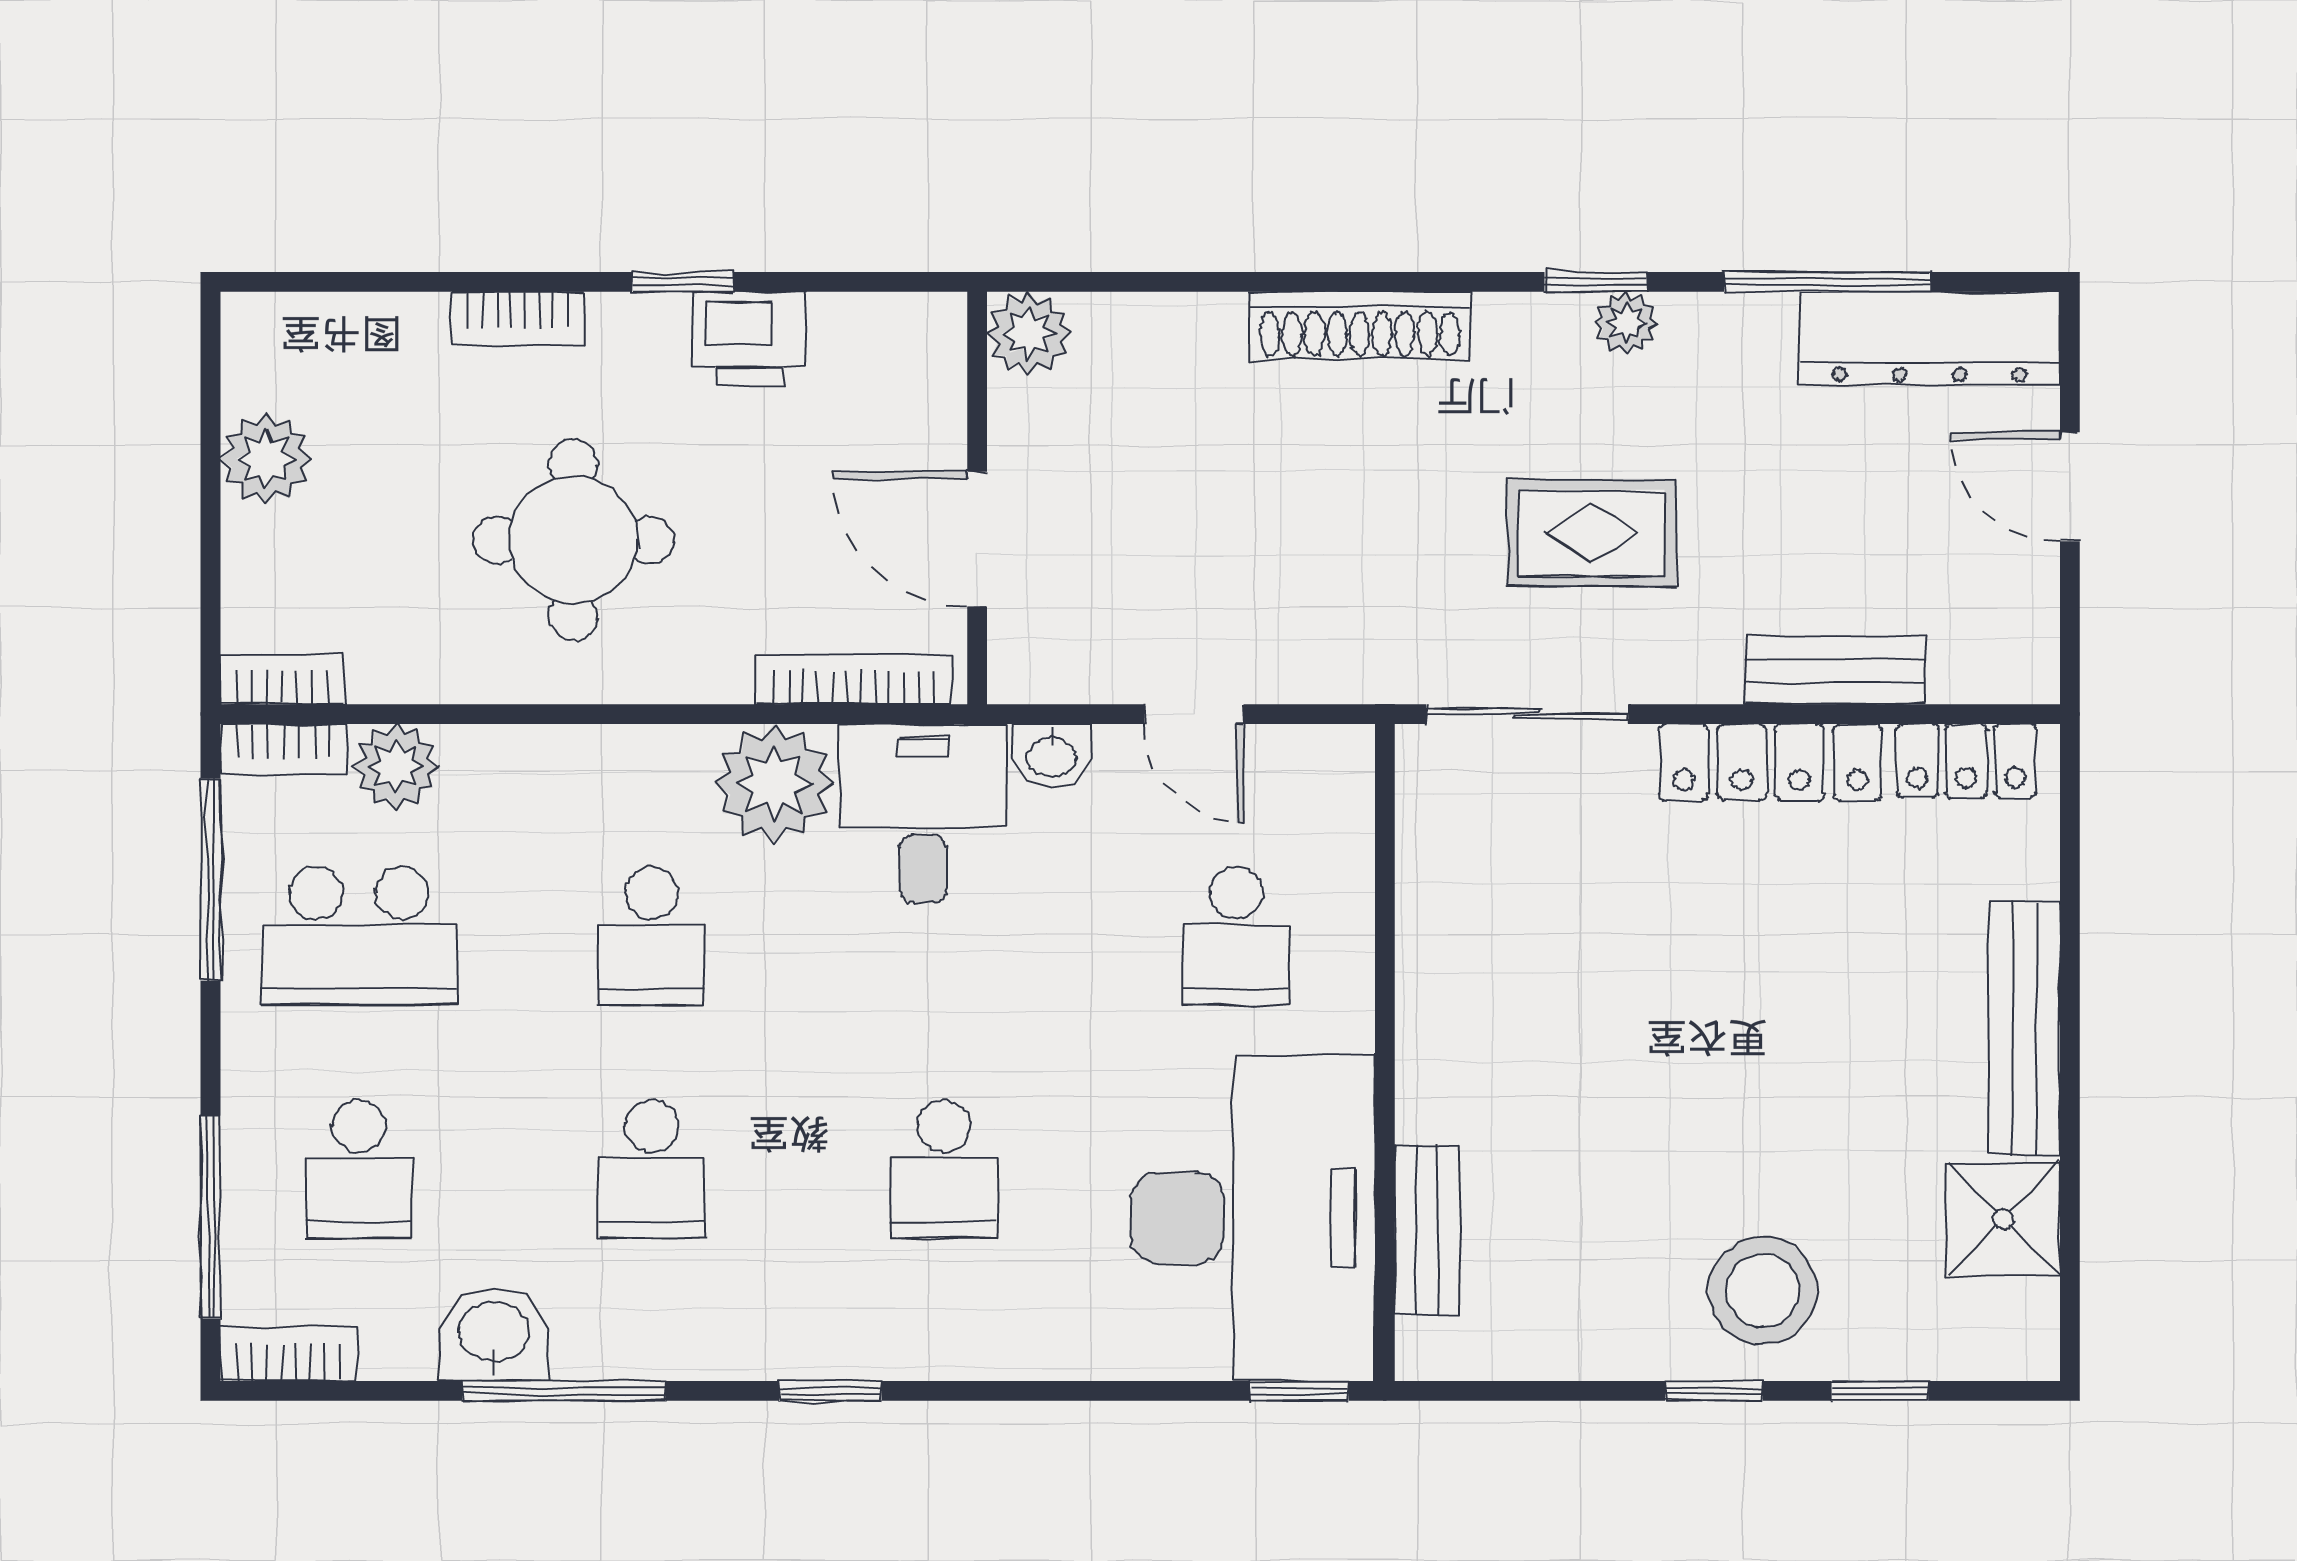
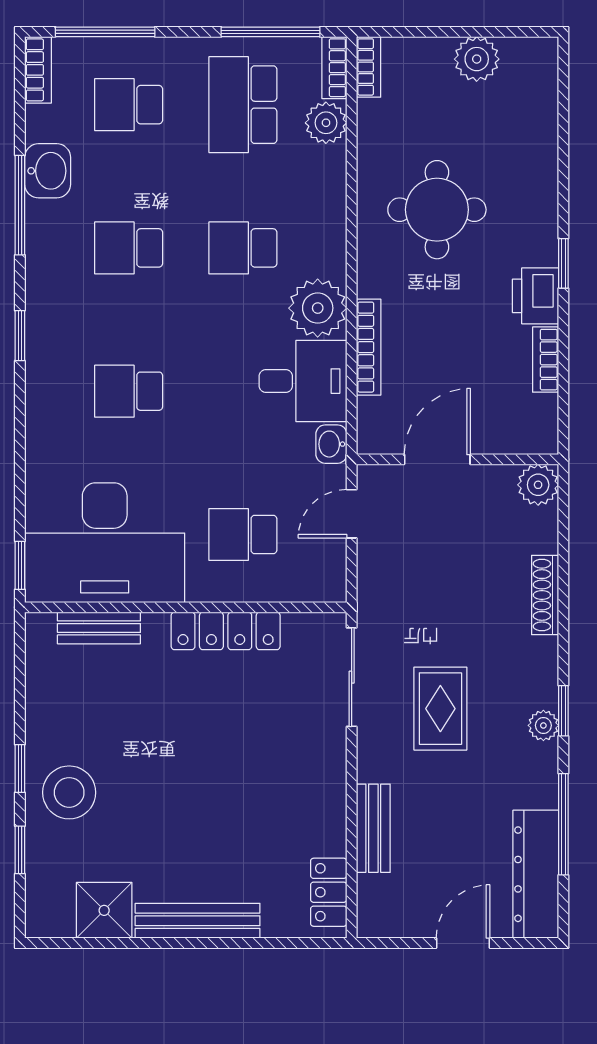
bookcase: (518, 318) -> (546, 360), moved
shoe rack: (1360, 326) -> (545, 595), width x0.74, depth x0.81
plant: (1029, 334) -> (538, 485), moved
wall: (977, 498) -> (458, 459), moved
door: (977, 539) -> (437, 459), moved
locker: (1771, 762) -> (226, 631), moved, turned -90

